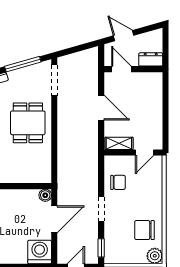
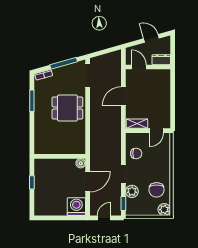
door: (124, 36) -> (151, 38), moved
door: (101, 108) -> (123, 96), swing flipped
dining table: (28, 123) -> (67, 108), turned 90
chair: (145, 230) -> (157, 190), turned -90
plant: (112, 232) -> (132, 191), added

